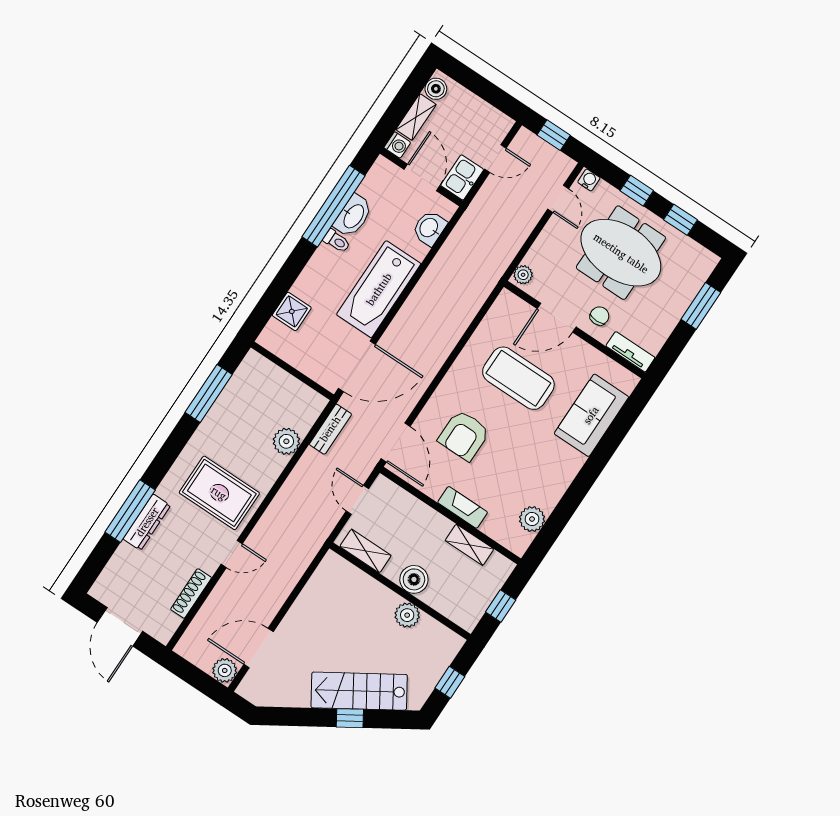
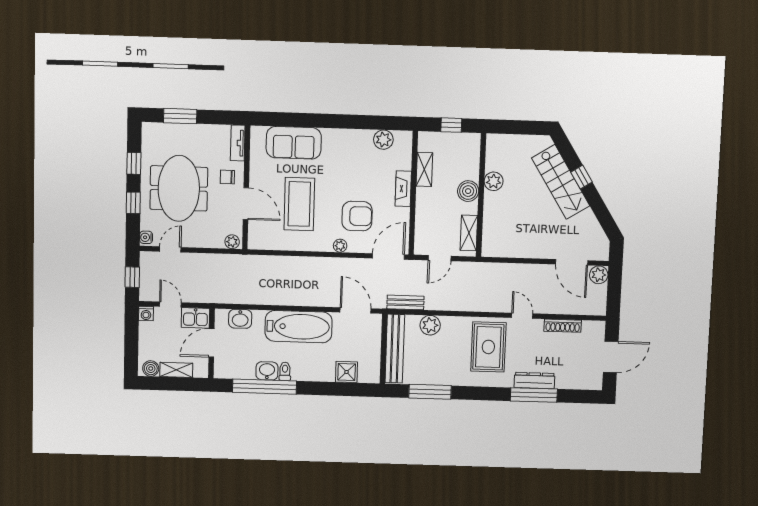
washing machine: (397, 145) -> (146, 314), moved, turned 180
washbasin: (353, 216) -> (267, 371), width x0.72
door: (357, 366) -> (356, 310), width x0.73
bench: (284, 384) -> (395, 349), added
plant: (442, 395) -> (340, 246), added
window: (450, 682) -> (520, 127), removed

